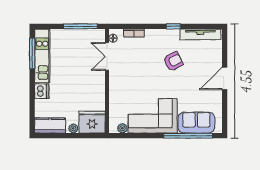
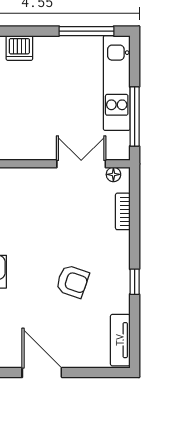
tv unit: (200, 34) -> (120, 340), width x0.71
kitchen unit: (42, 56) -> (117, 83), moved, turned 90
armchair: (173, 61) -> (72, 281), turned -44

